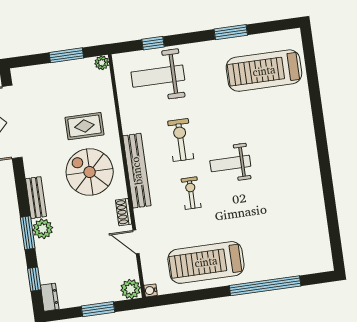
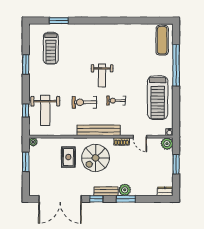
treadmill: (264, 71) -> (51, 48), width x0.73, depth x0.73
window: (312, 78) -> (59, 21), added
door: (136, 242) -> (140, 137), hinge flipped
exercise mat: (304, 256) -> (162, 40), added
window: (34, 279) -> (96, 199), moved

